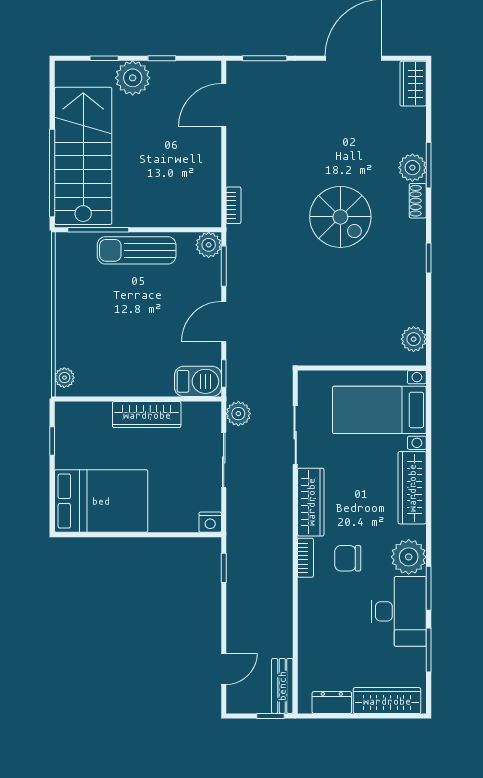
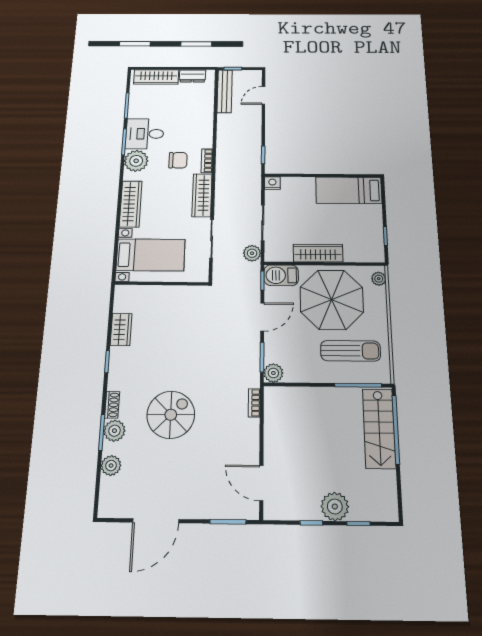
wardrobe: (413, 84) -> (121, 330), moved
door: (224, 105) -> (261, 483), swing flipped
stairs: (83, 156) -> (379, 428), width x0.73, depth x0.66
spiral stairs: (340, 217) -> (171, 415), moved, turned 90
sun lounger: (137, 250) -> (351, 351), moved
plant: (414, 339) -> (111, 466), moved
parasol: (130, 347) -> (332, 300), added
bed: (101, 501) -> (349, 190), width x0.67
desk: (399, 611) -> (145, 134), width x0.73
bench: (282, 686) -> (225, 91), width x1.36

